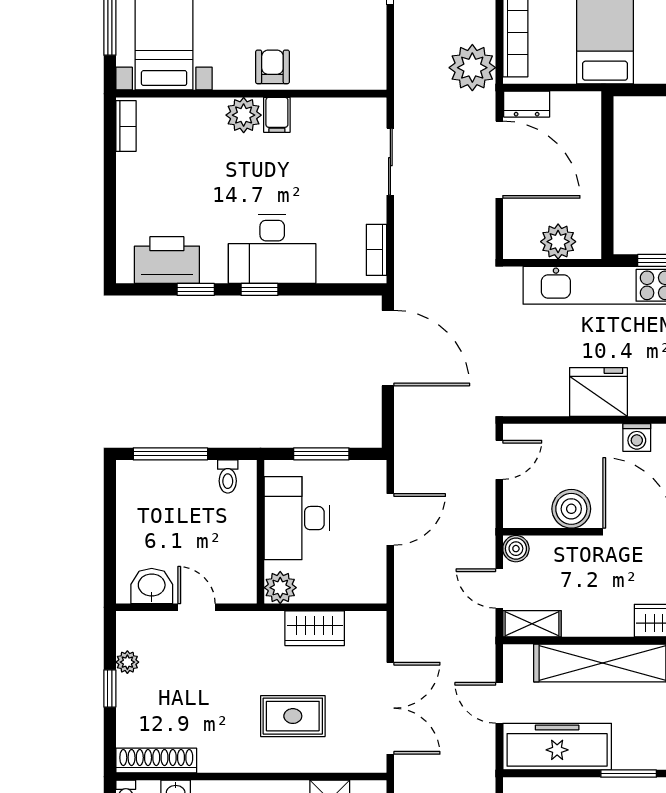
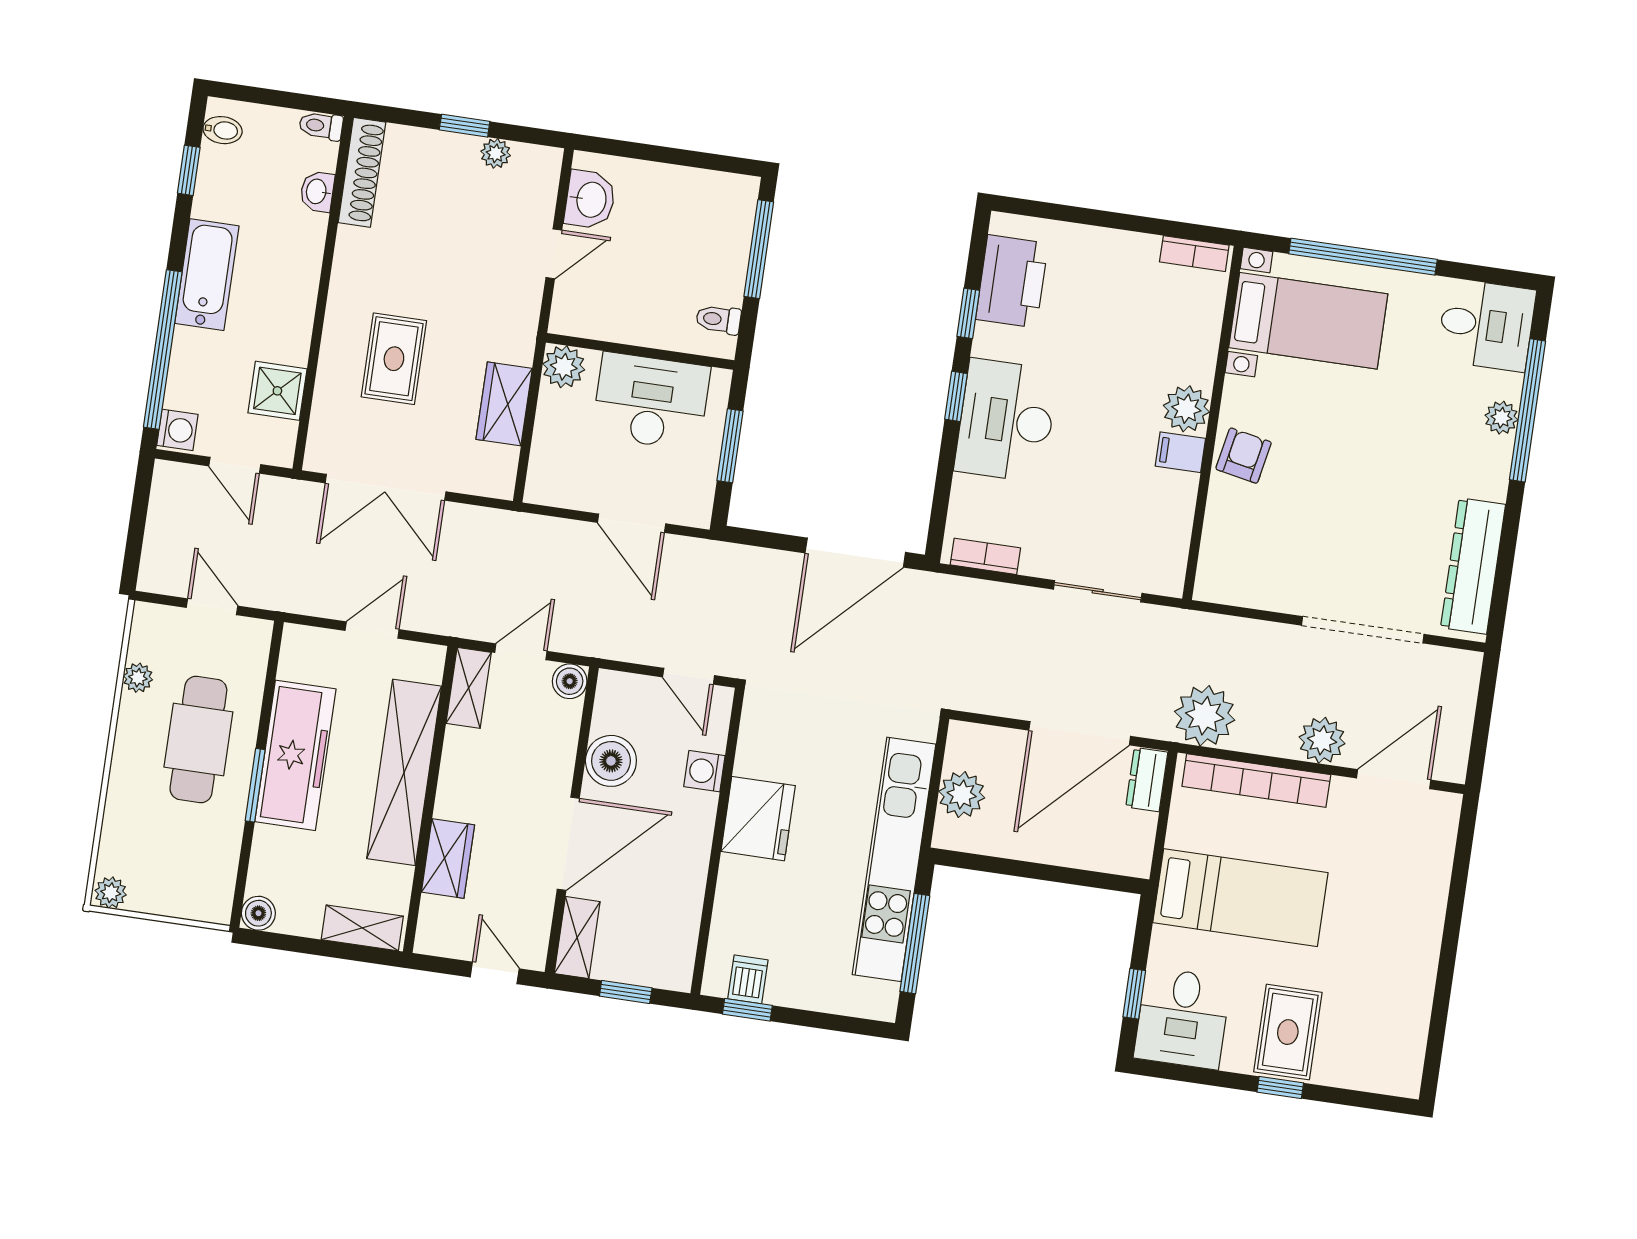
armchair: (272, 67) -> (1244, 456), turned -79
washing machine: (637, 438) -> (704, 771), moved
freezer: (557, 747) -> (295, 755), moved

